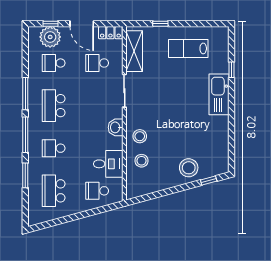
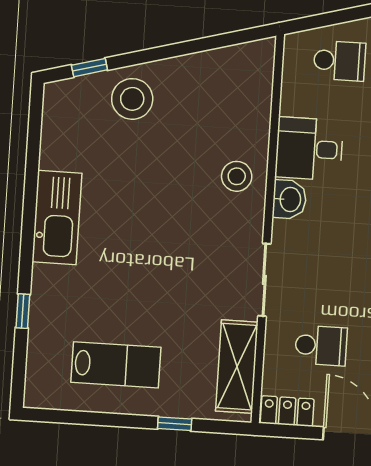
kitchen sink: (219, 94) -> (57, 218), moved
stool: (142, 161) -> (236, 121), removed
desk: (108, 164) -> (309, 149), moved

